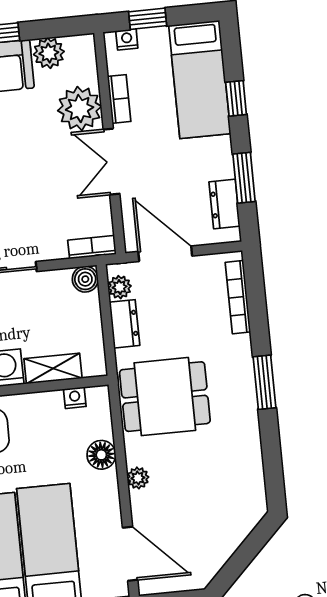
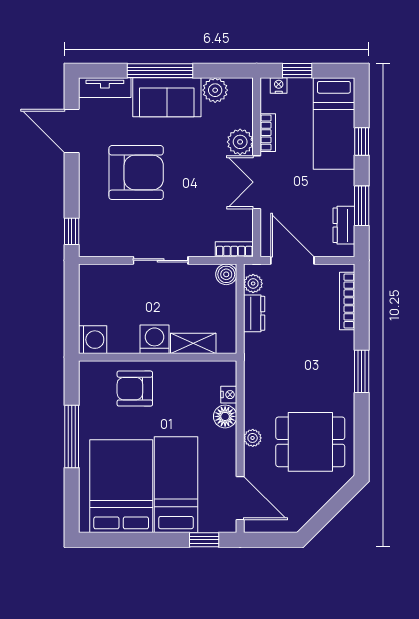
plant: (80, 108) -> (240, 142), width x0.73, depth x0.73
dining table: (165, 397) -> (310, 442), moved
nightstand: (75, 398) -> (229, 395), moved, turned 90

